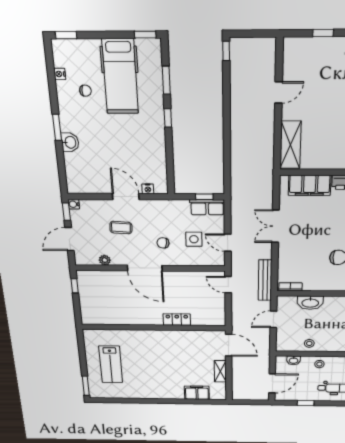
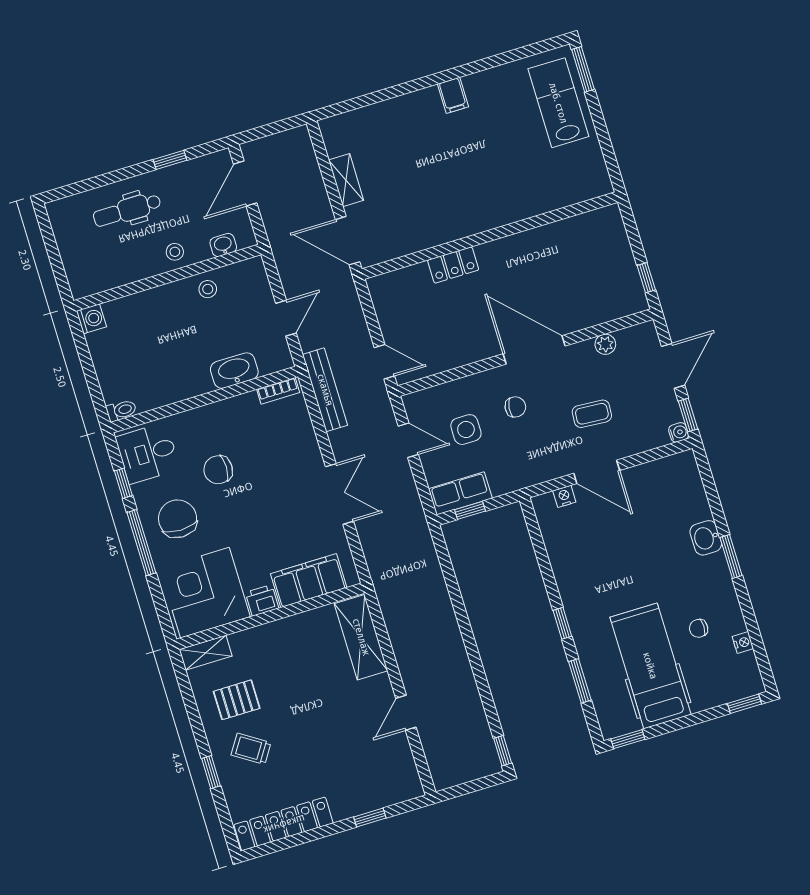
lab bench: (111, 364) -> (558, 103), moved
filing cabinet: (197, 393) -> (453, 95), moved, width x0.50

